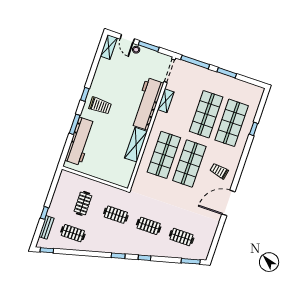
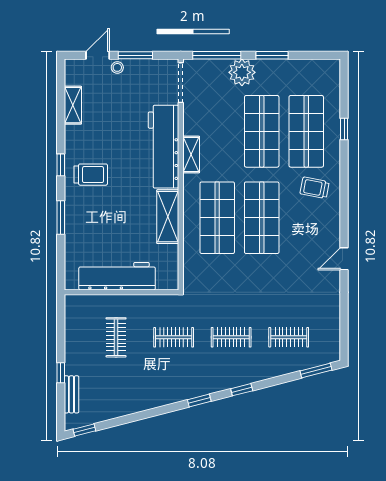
door: (127, 39) -> (98, 55), swing flipped
shelving: (109, 47) -> (73, 105), moved
plant: (206, 77) -> (242, 72), added
shelving: (166, 101) -> (191, 155), moved
workbench: (80, 141) -> (117, 276), moved, turned -90
trolley: (219, 171) -> (315, 188), moved
door: (228, 203) -> (344, 259), width x0.53
clothes rail: (73, 233) -> (116, 389), removed

